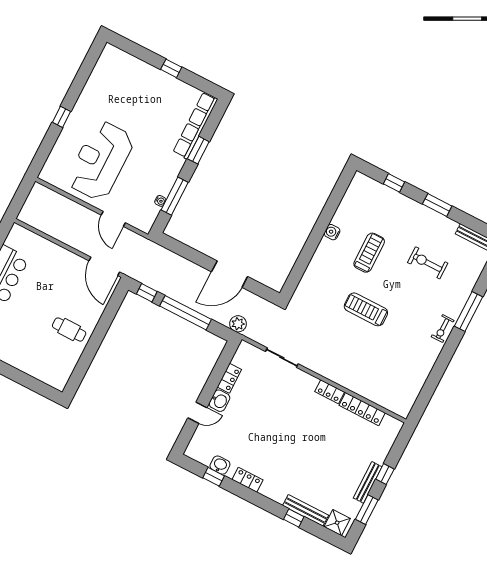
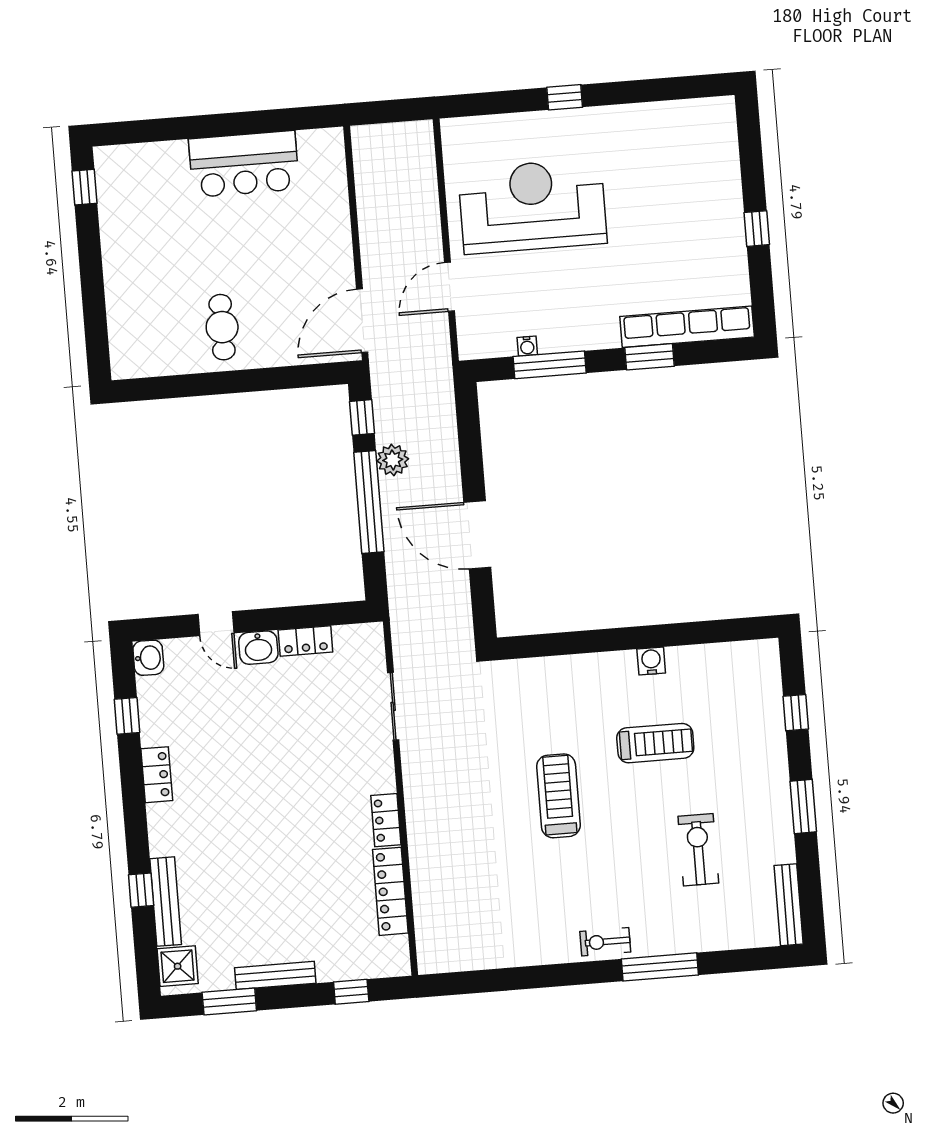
plant: (238, 324) -> (393, 460), moved
washbasin: (220, 465) -> (148, 658), moved
window: (385, 474) -> (351, 992), moved

